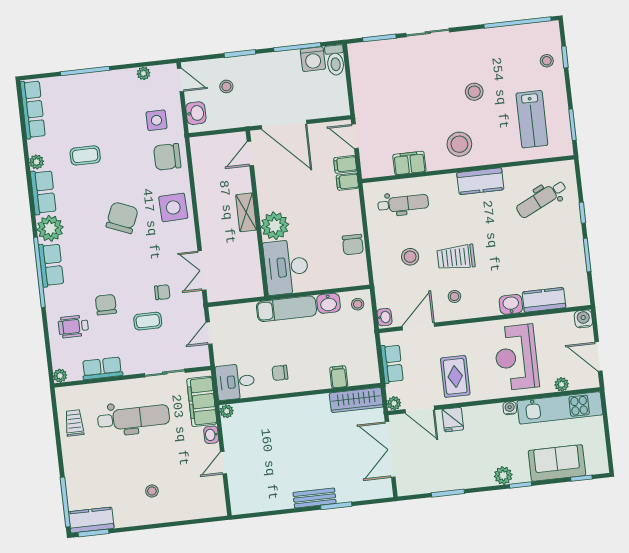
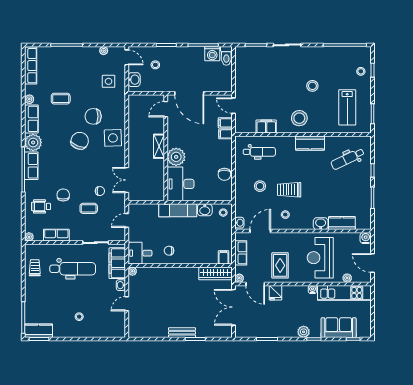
chair: (167, 157) -> (93, 116), moved
filing cabinet: (339, 377) -> (224, 257), moved

